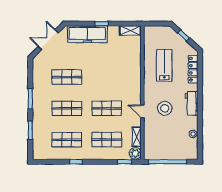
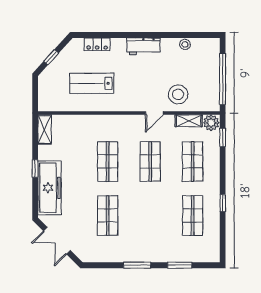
locker: (193, 69) -> (97, 44), width x0.66
shop shelf: (67, 108) -> (108, 161), moved
stool: (165, 108) -> (178, 94), moved

